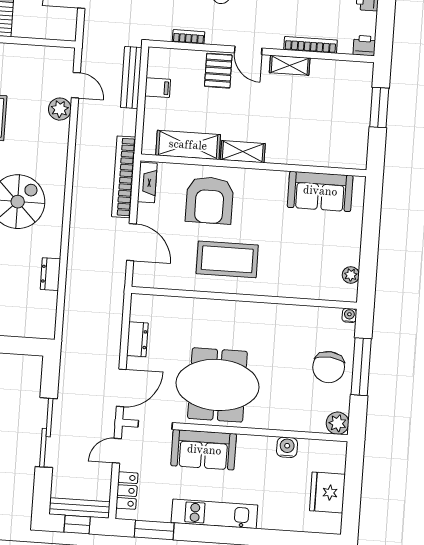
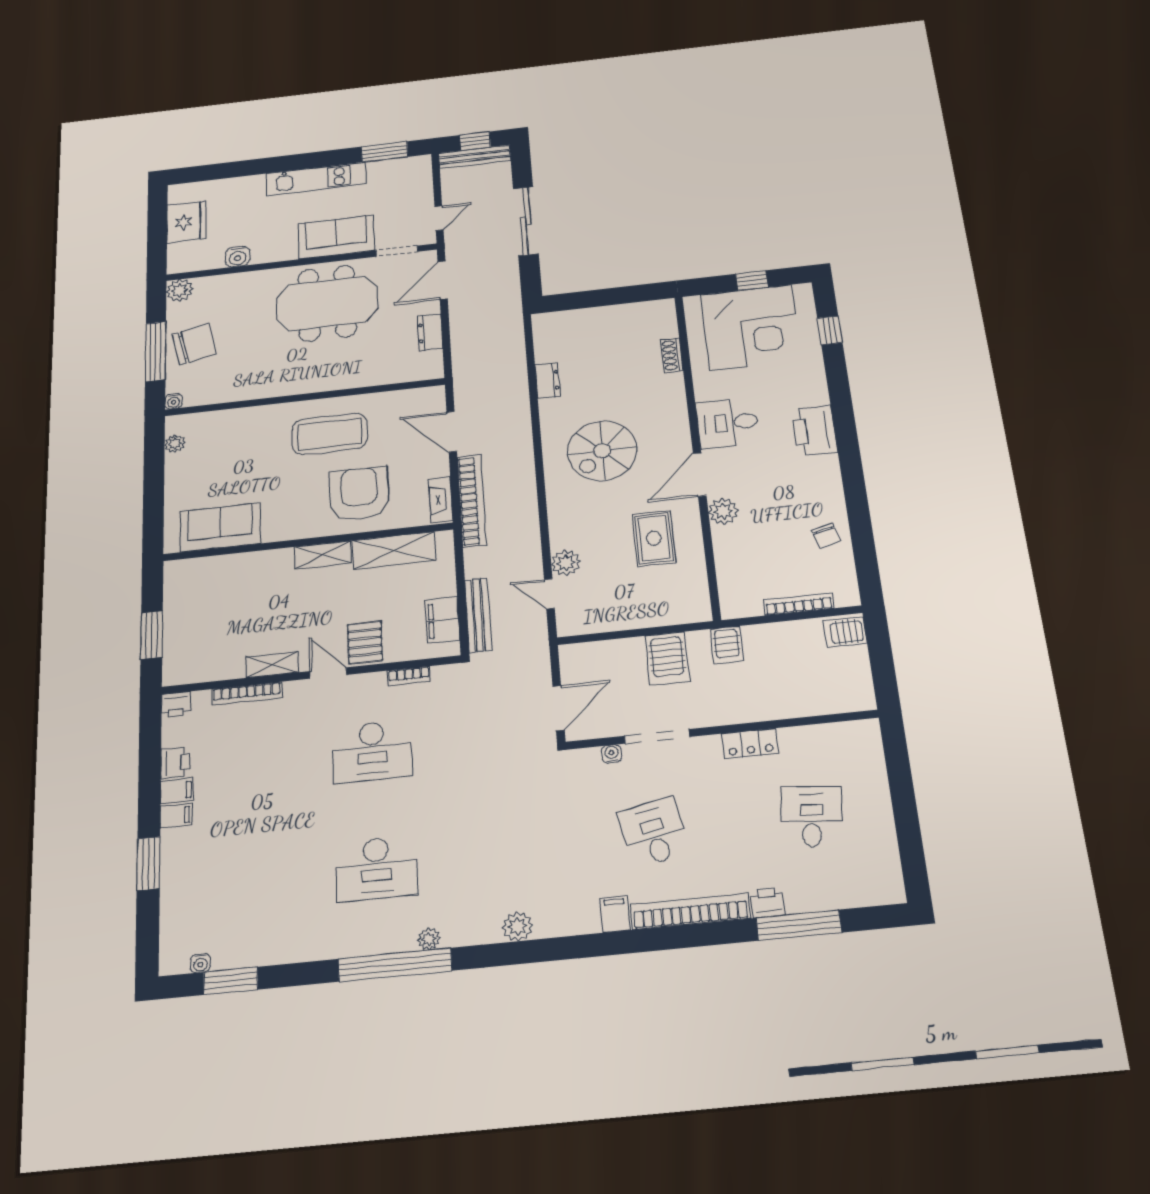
filing cabinet: (158, 88) -> (442, 620), width x2.00
chair: (329, 367) -> (195, 344), turned 74
locker: (127, 491) -> (421, 183), removed

